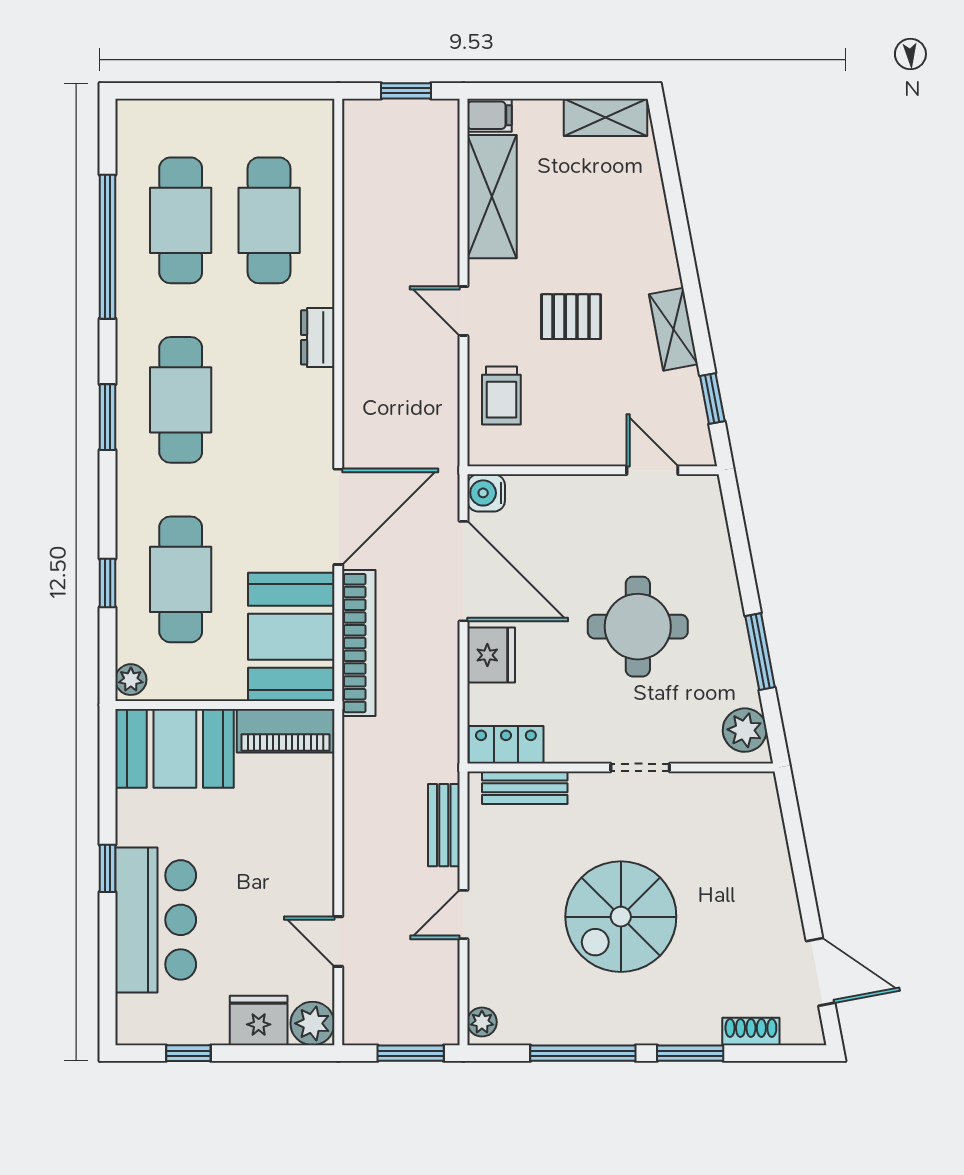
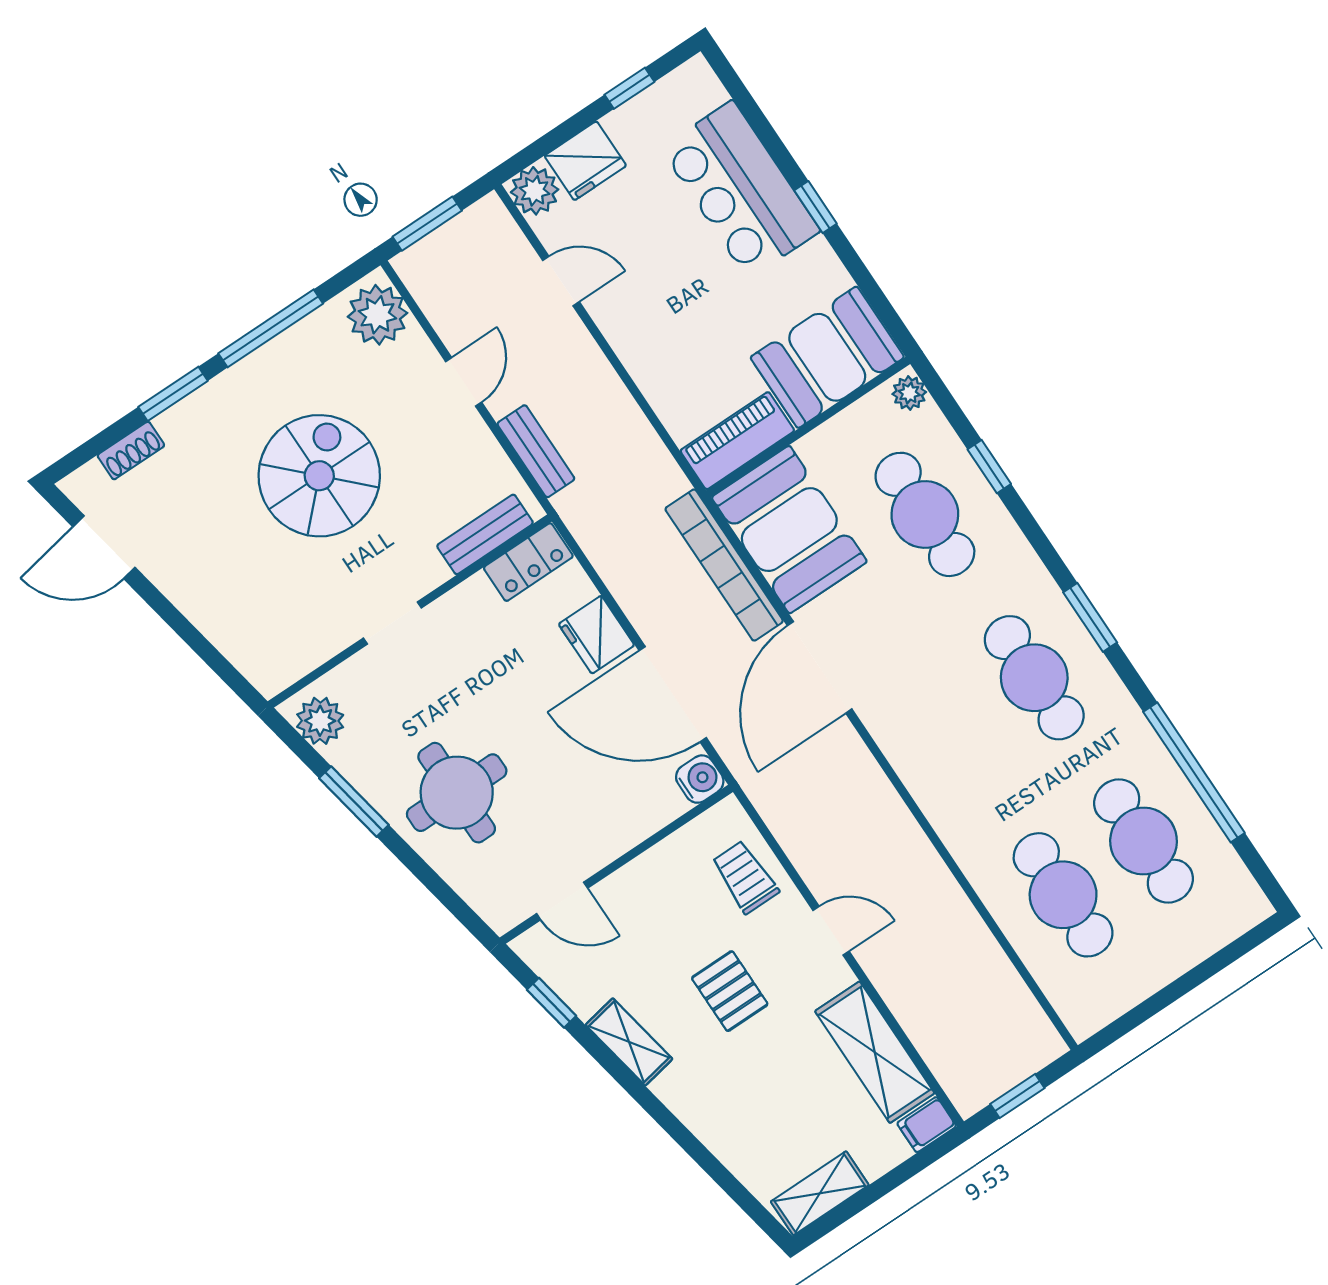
pallet: (571, 317) -> (730, 991), turned 90
dresser: (318, 337) -> (948, 818), removed
round table: (638, 627) -> (457, 793), moved
plant: (482, 1022) -> (377, 315), width x1.88, depth x1.88

